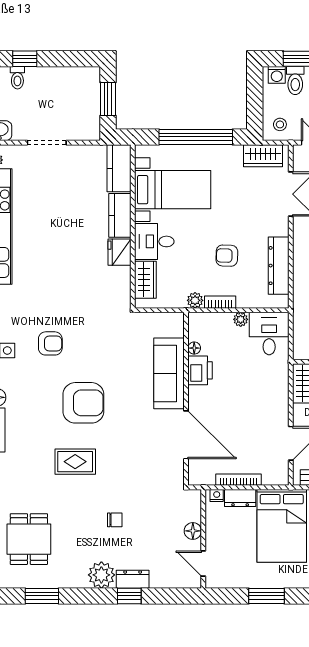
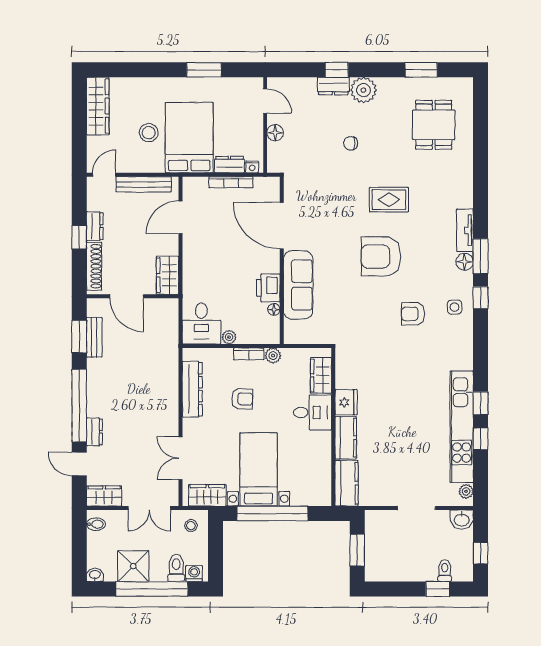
bed with nightstands: (173, 190) -> (259, 469), moved, turned 90

